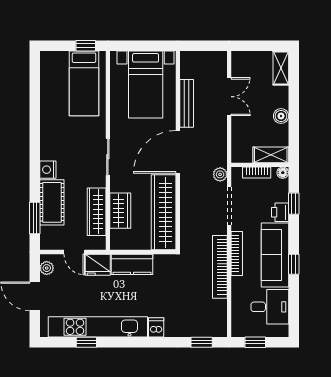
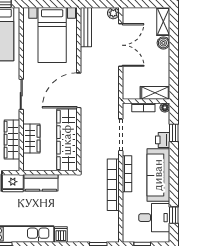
double door: (229, 97) -> (121, 45), width x1.37
bench: (187, 103) -> (86, 27), moved
boiler: (281, 116) -> (163, 43), moved
plant: (220, 174) -> (113, 13), moved
window: (294, 264) -> (174, 215), moved

